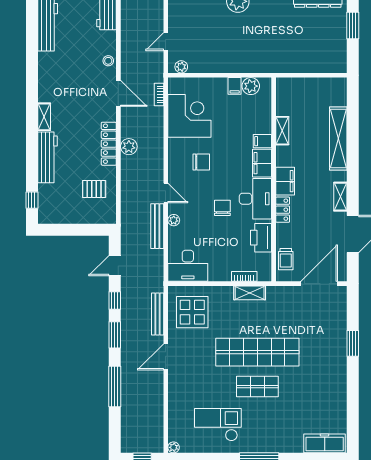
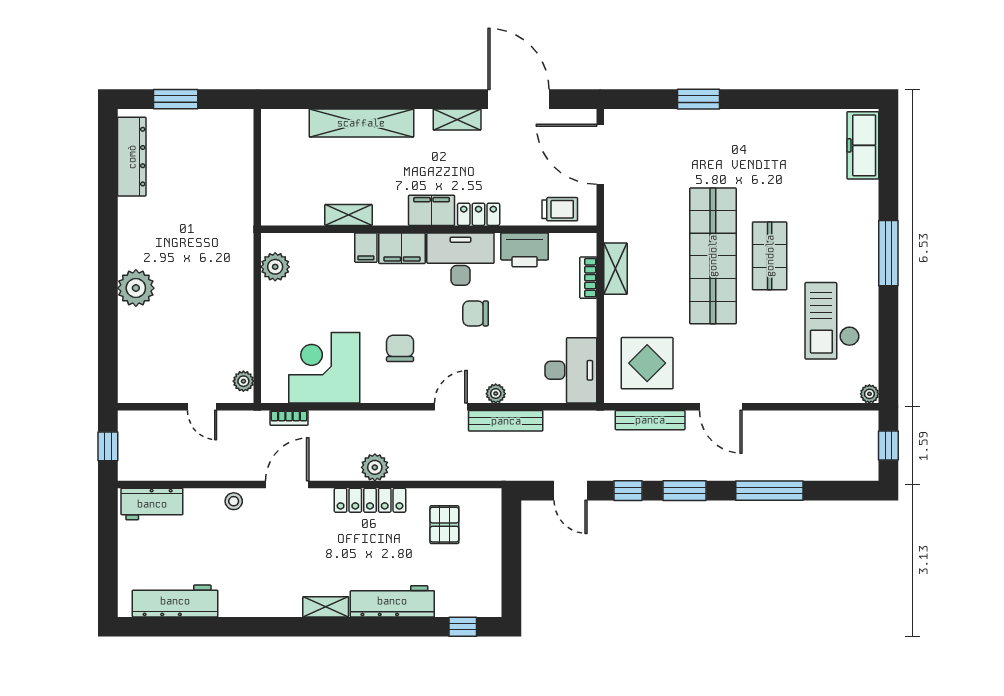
filing cabinet: (235, 86) -> (275, 293), removed

